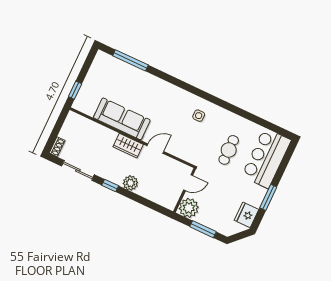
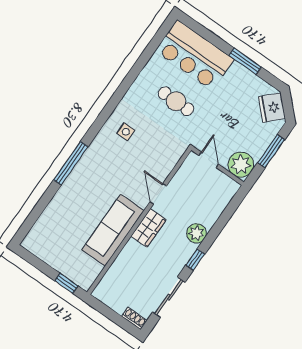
window: (130, 60) -> (71, 163), moved
fridge: (247, 215) -> (272, 108), moved, turned 45

